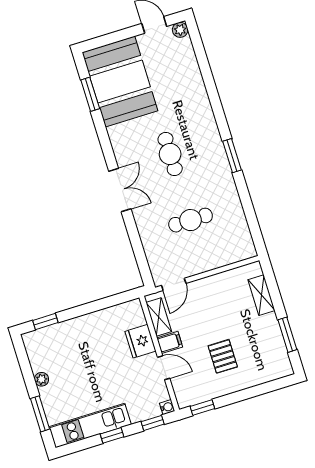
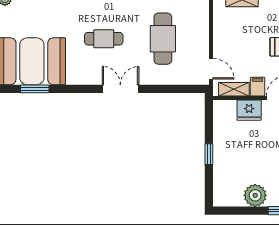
cafe table: (191, 220) -> (163, 39), width x1.37, depth x1.35
window: (45, 322) -> (209, 154), moved
plant: (42, 379) -> (255, 195), width x1.88, depth x1.88

